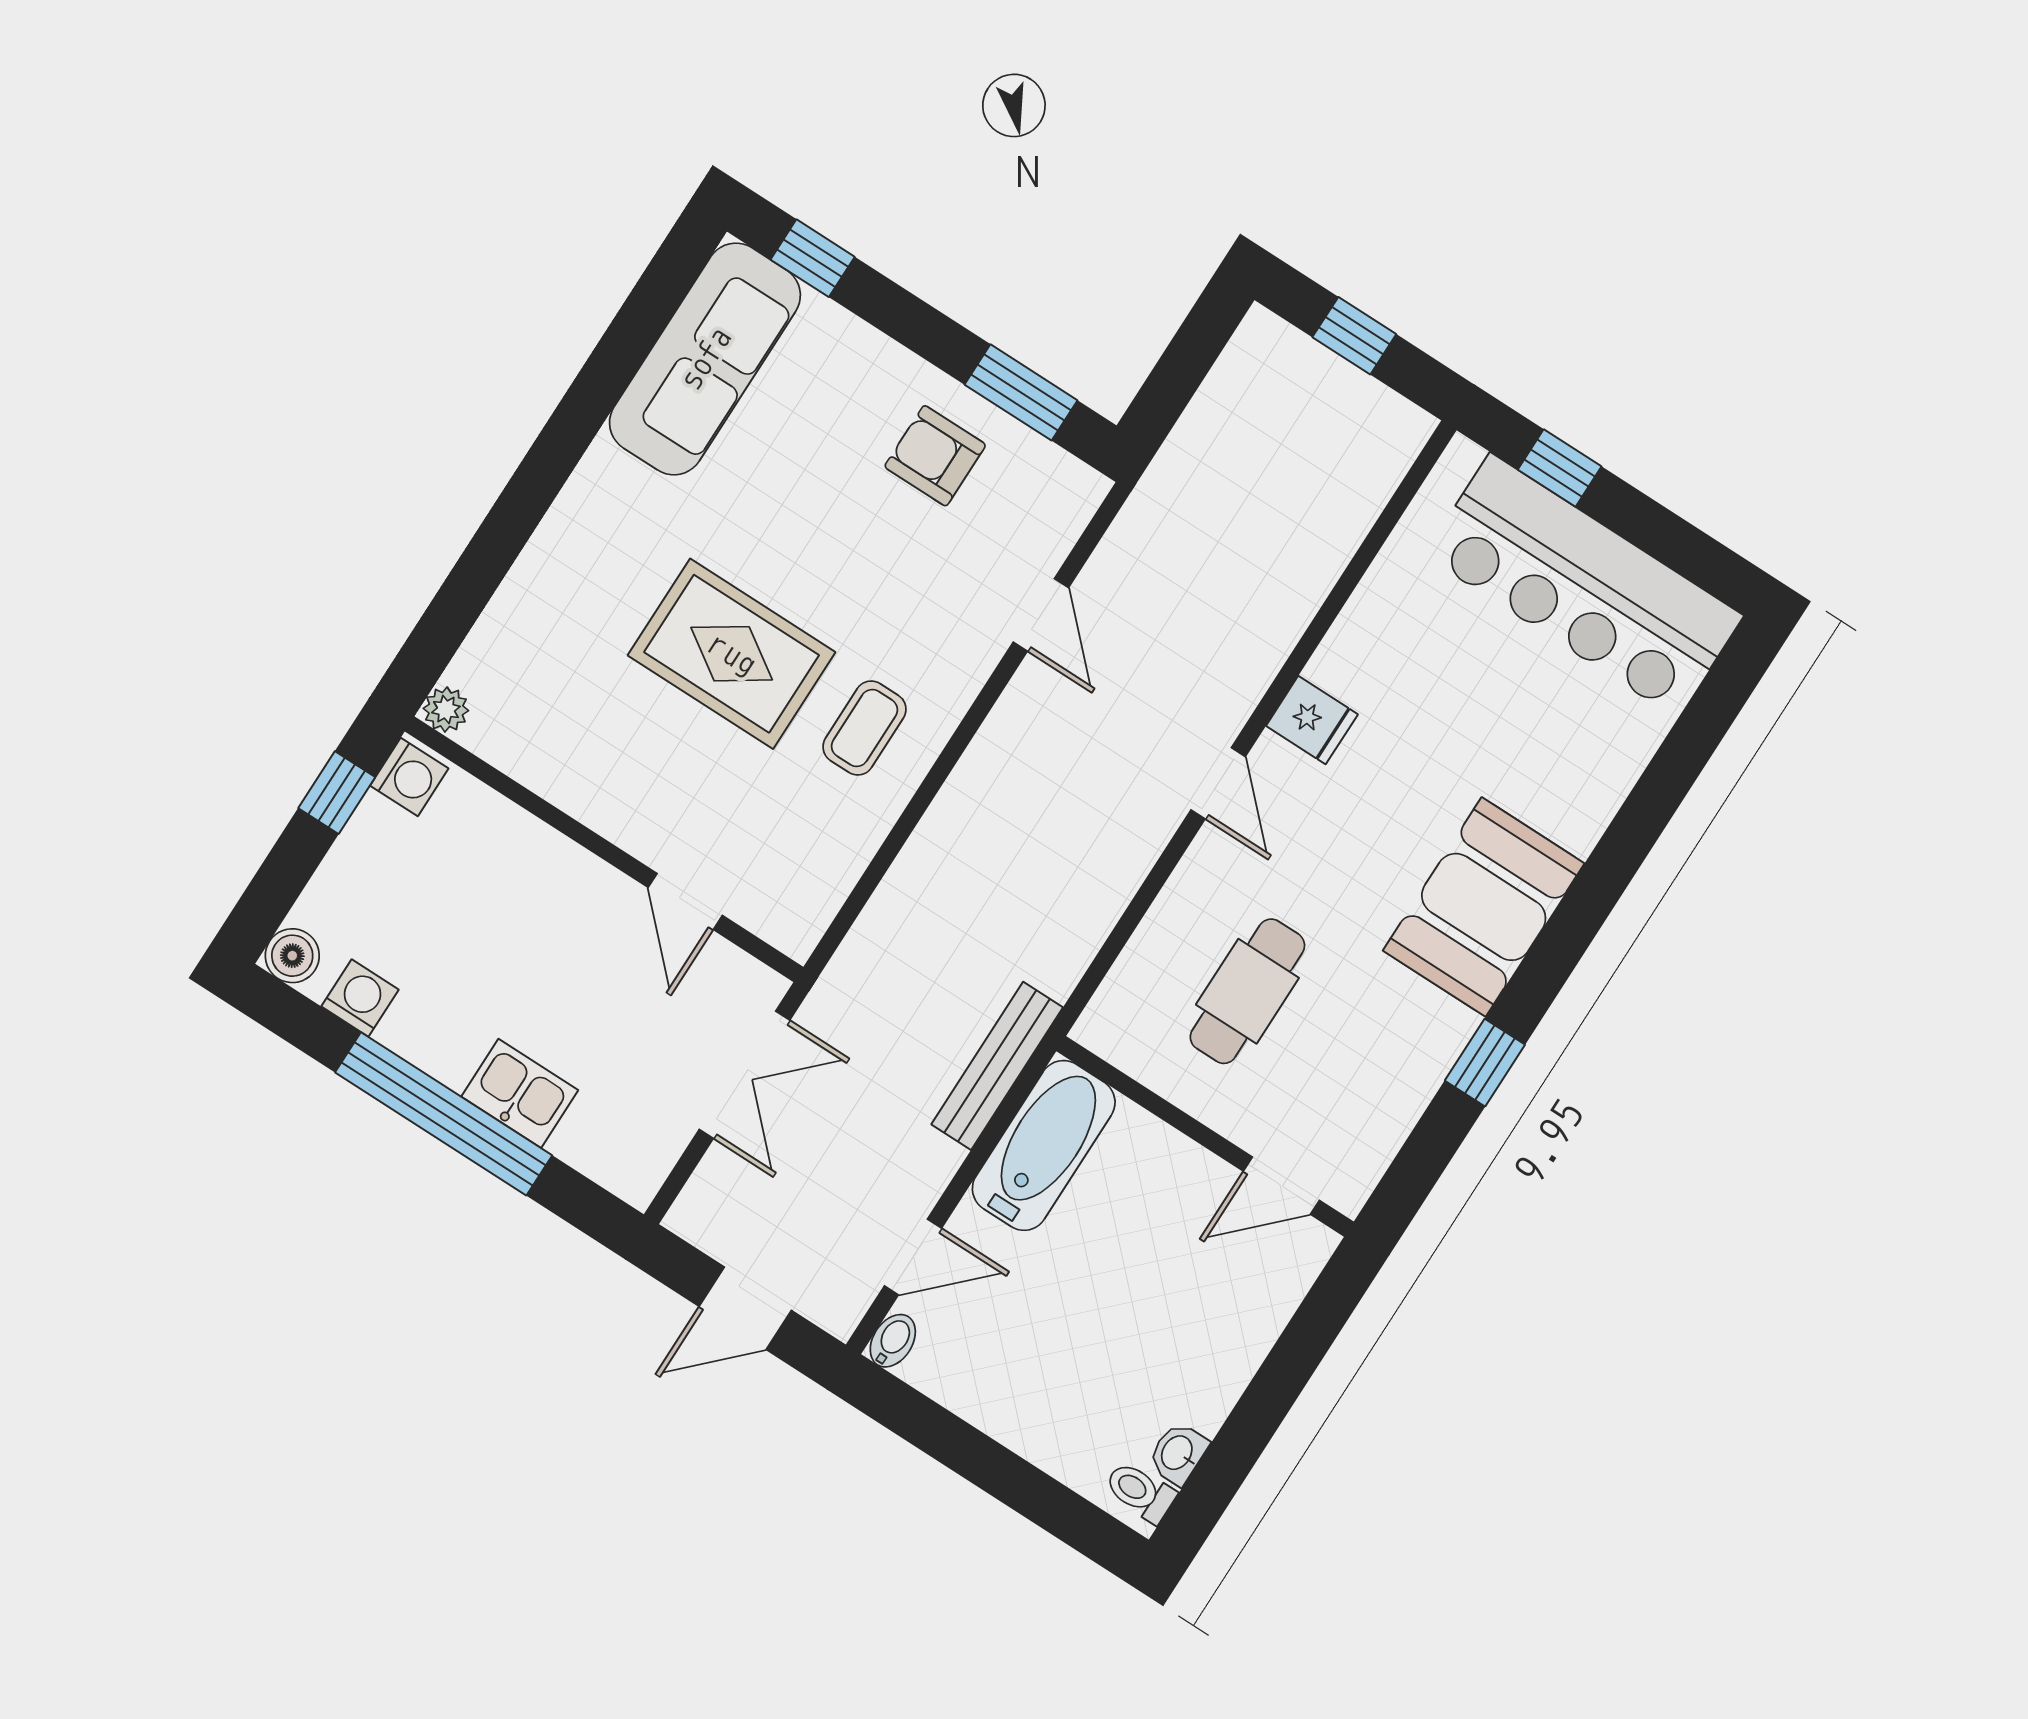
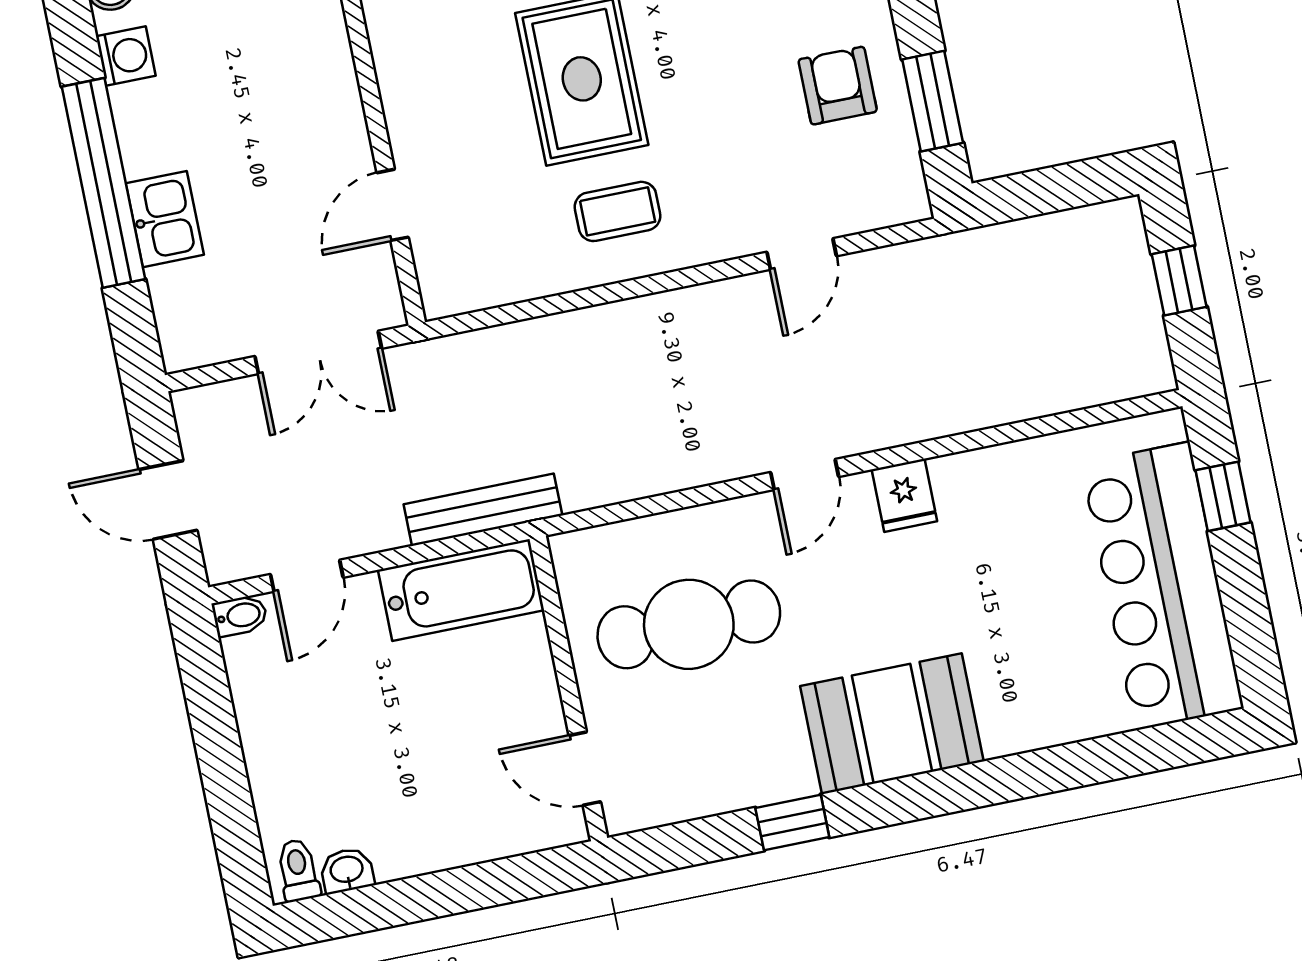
cafe table: (1247, 991) -> (689, 624), width x1.37, depth x1.35
door: (913, 1257) -> (307, 576), hinge flipped

